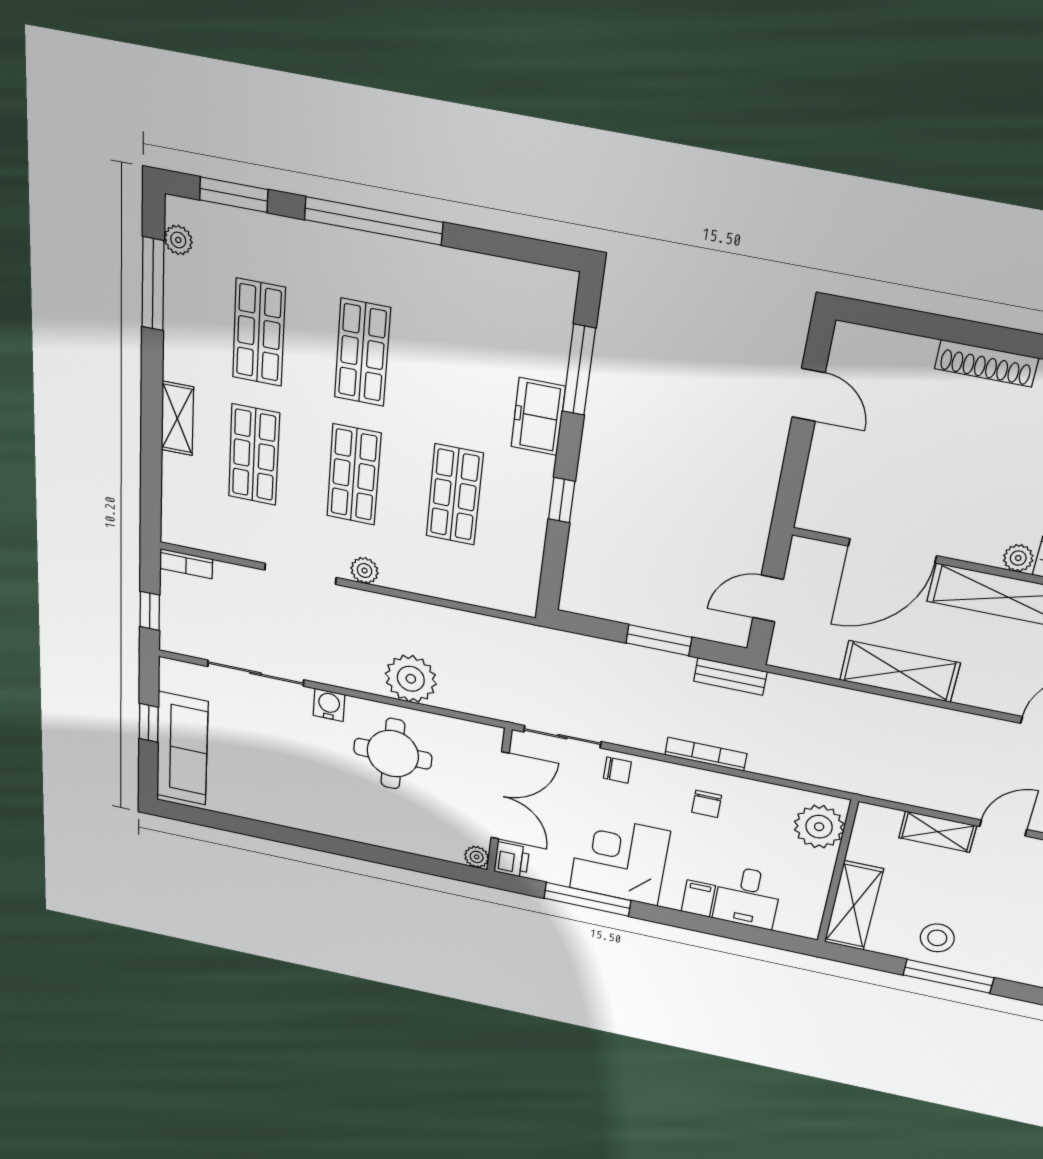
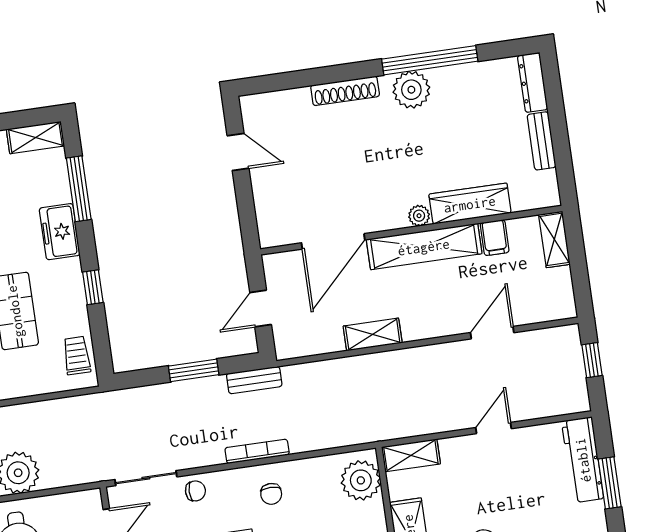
shelving: (539, 282) -> (35, 138), added
trolley: (518, 574) -> (77, 356), added
shelving: (900, 671) -> (373, 334), width x0.67, depth x0.75
shelving: (938, 832) -> (411, 455), moved

